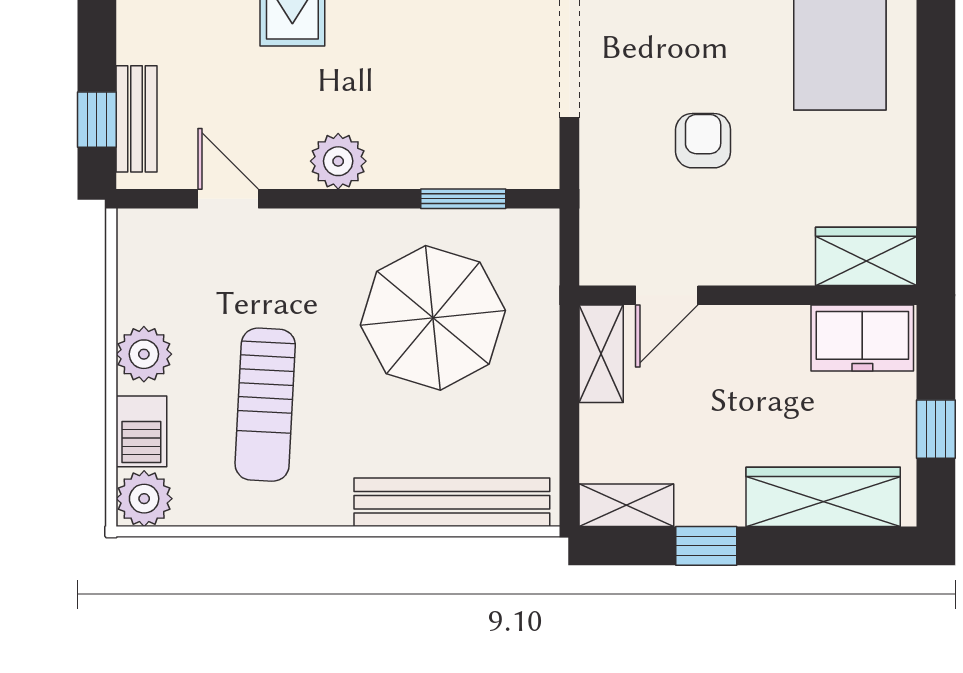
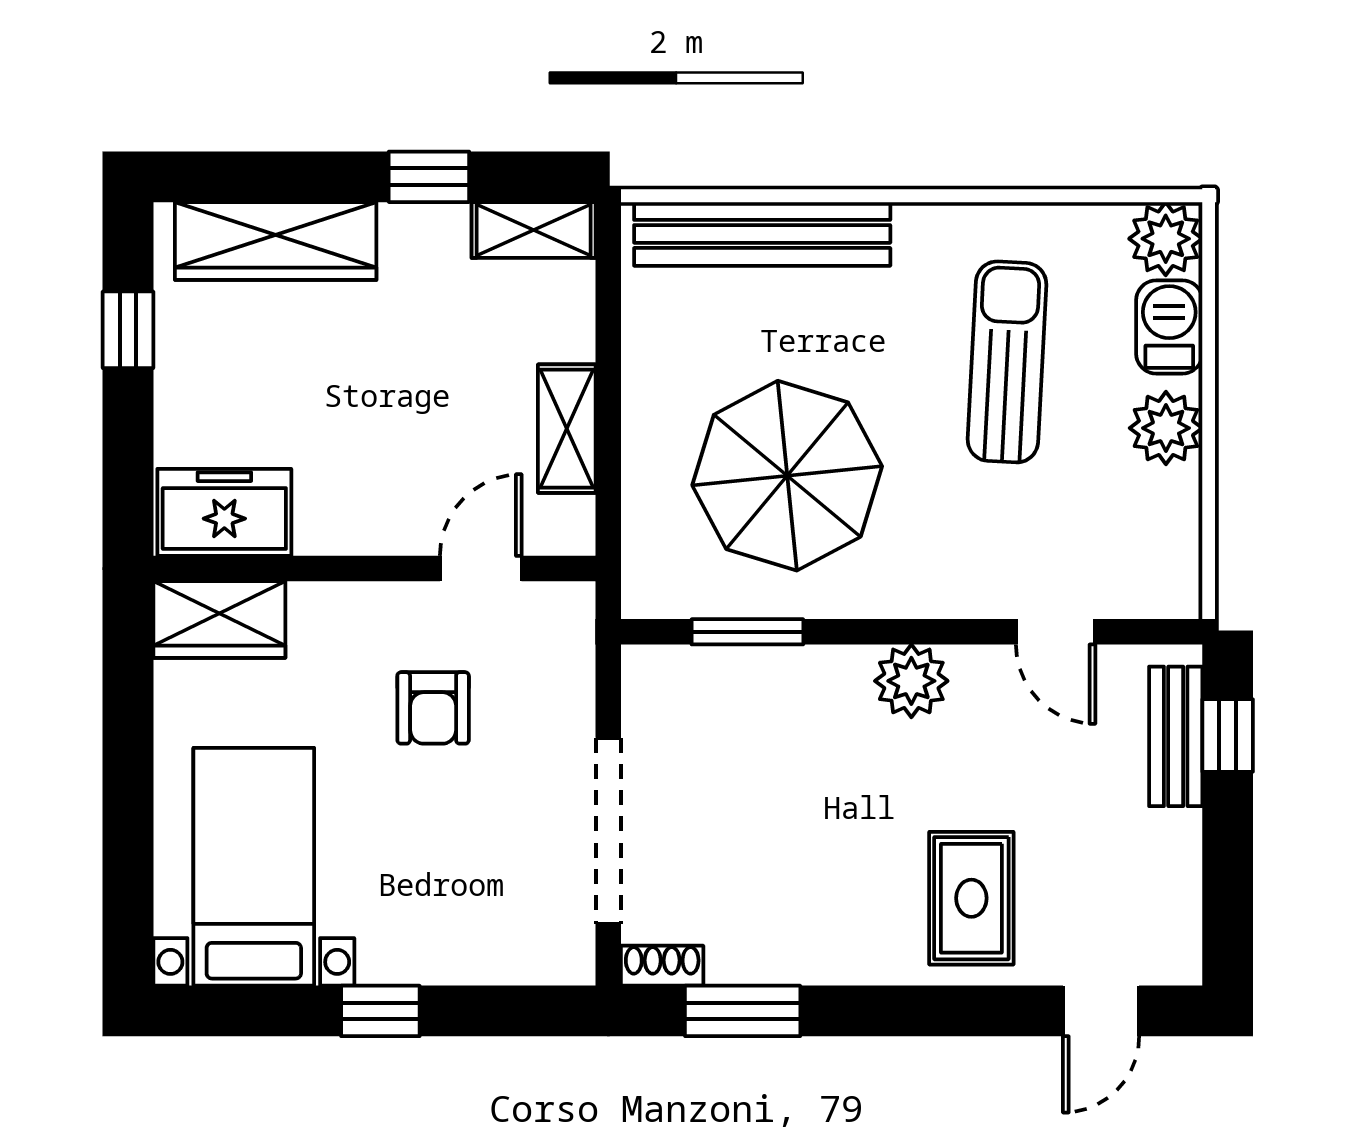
wardrobe: (866, 256) -> (219, 620), moved
door: (667, 295) -> (481, 569), moved
wall: (748, 295) -> (374, 569), moved
freezer: (862, 338) -> (224, 512), moved

